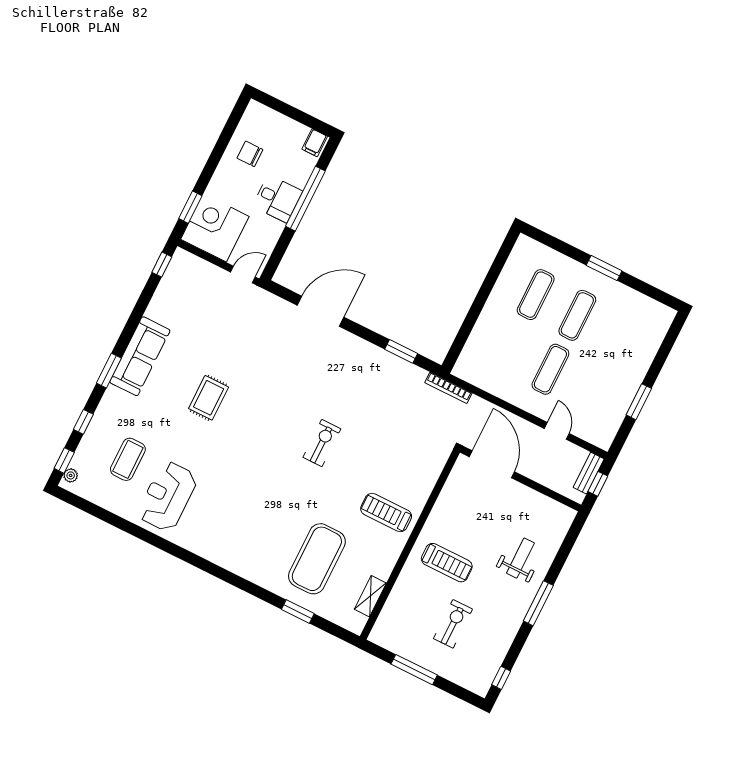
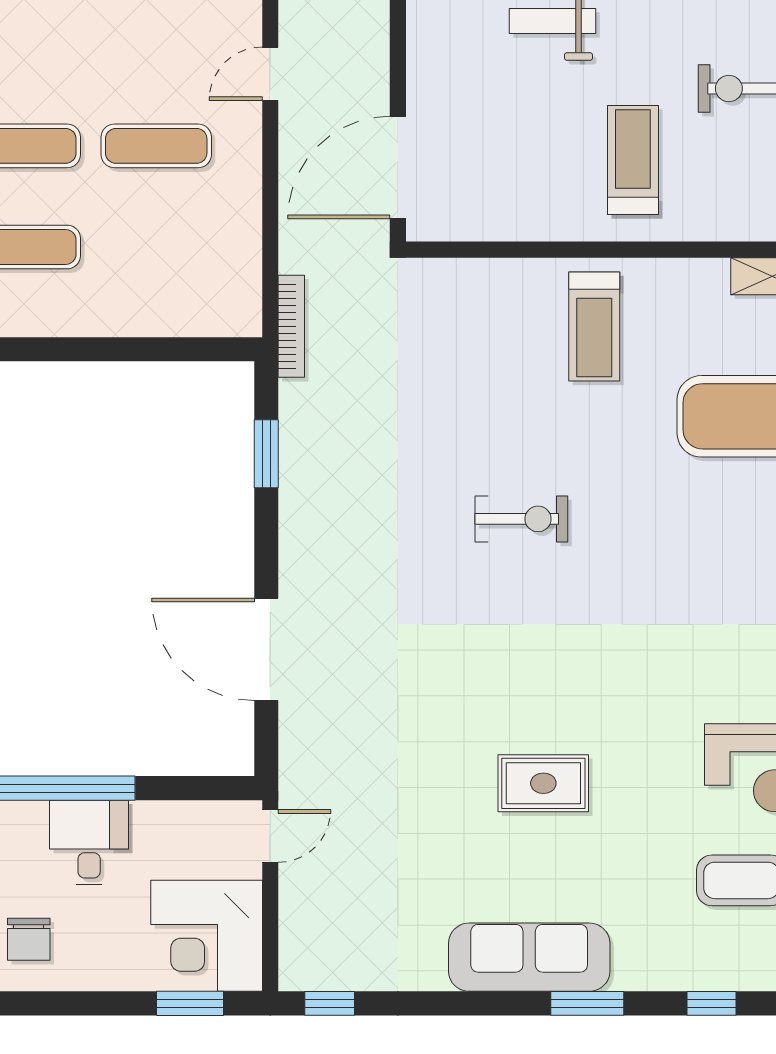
door: (243, 275) -> (270, 836), swing flipped
exercise bike: (322, 443) -> (521, 519), turned 180

